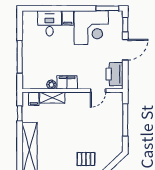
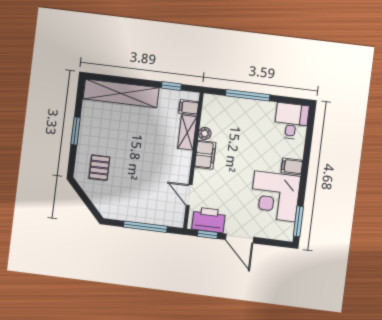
desk: (50, 23) -> (291, 121), moved, turned -90
window: (125, 25) -> (208, 234), moved

